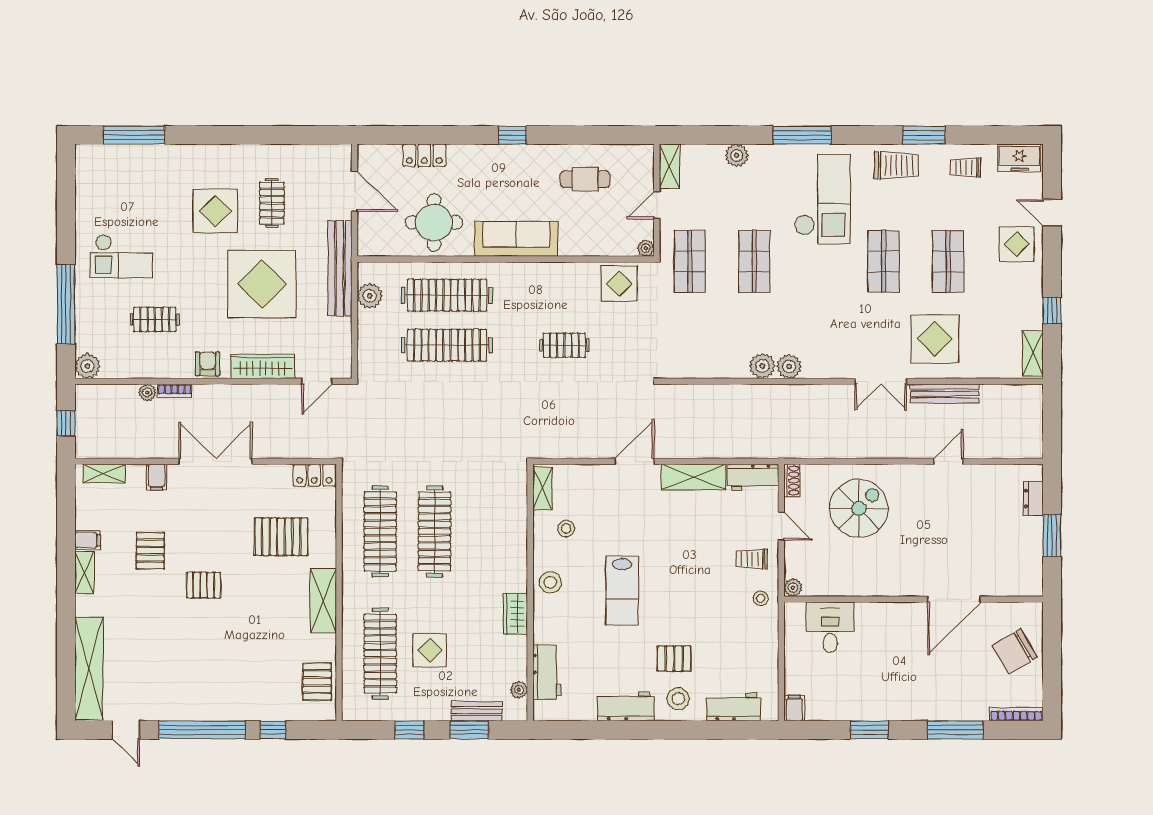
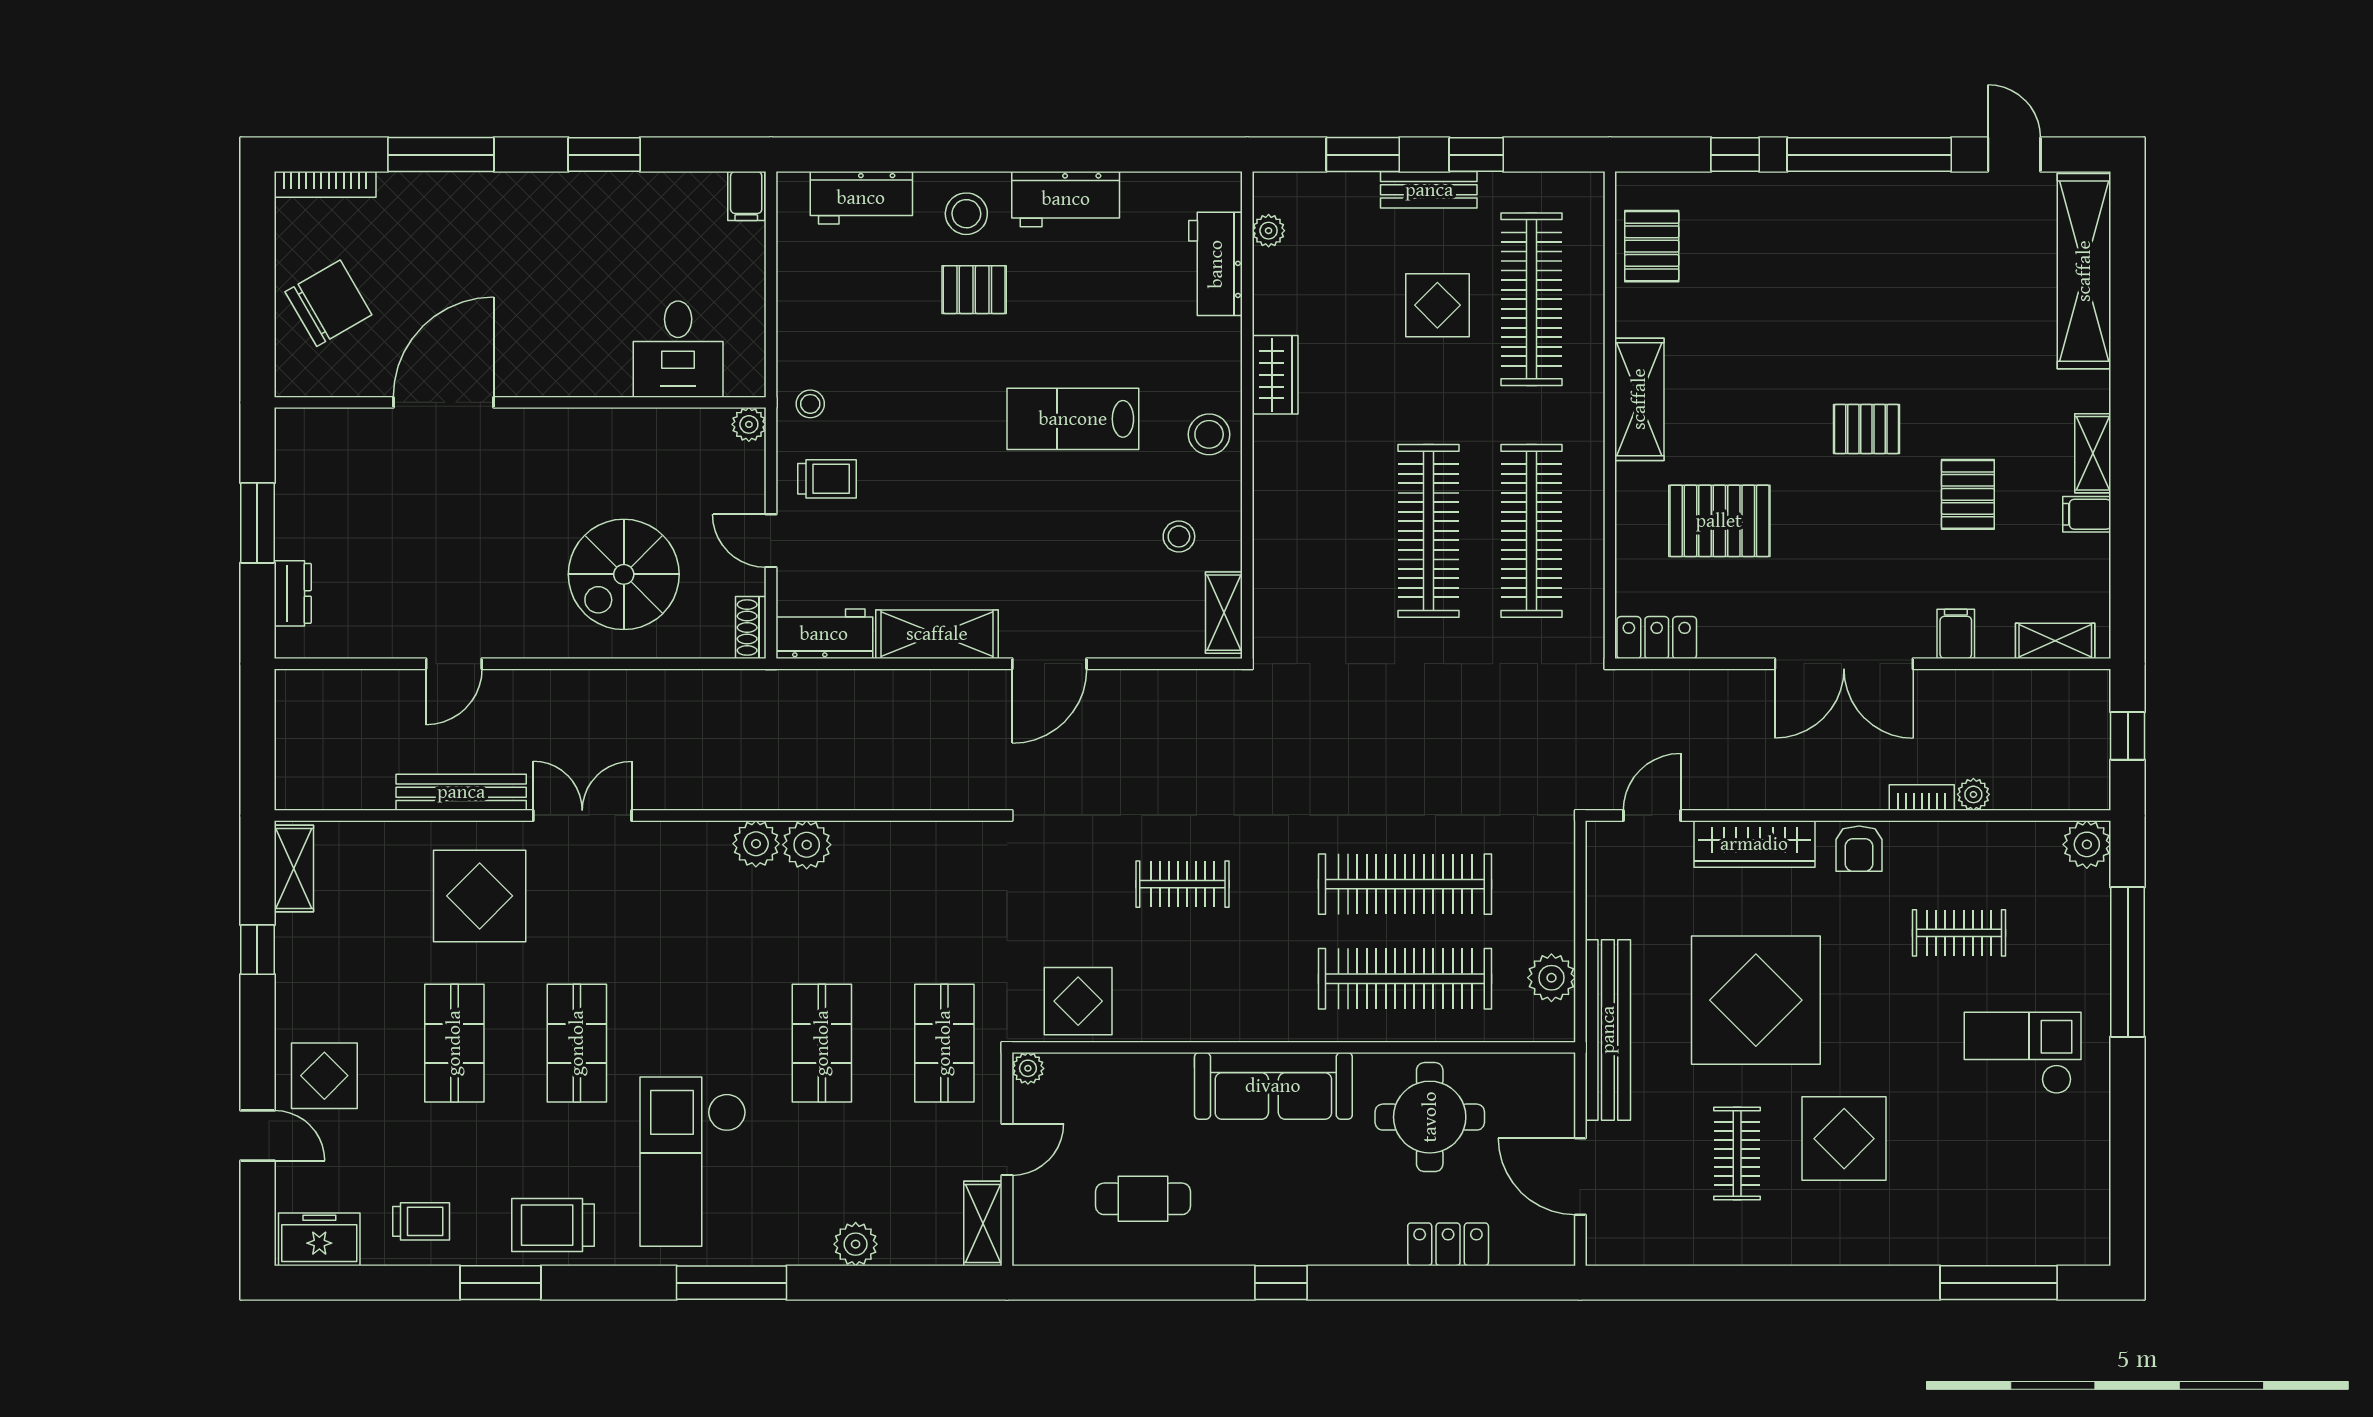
lab bench: (622, 590) -> (1073, 419), turned -90
bench: (477, 711) -> (1429, 190), moved

